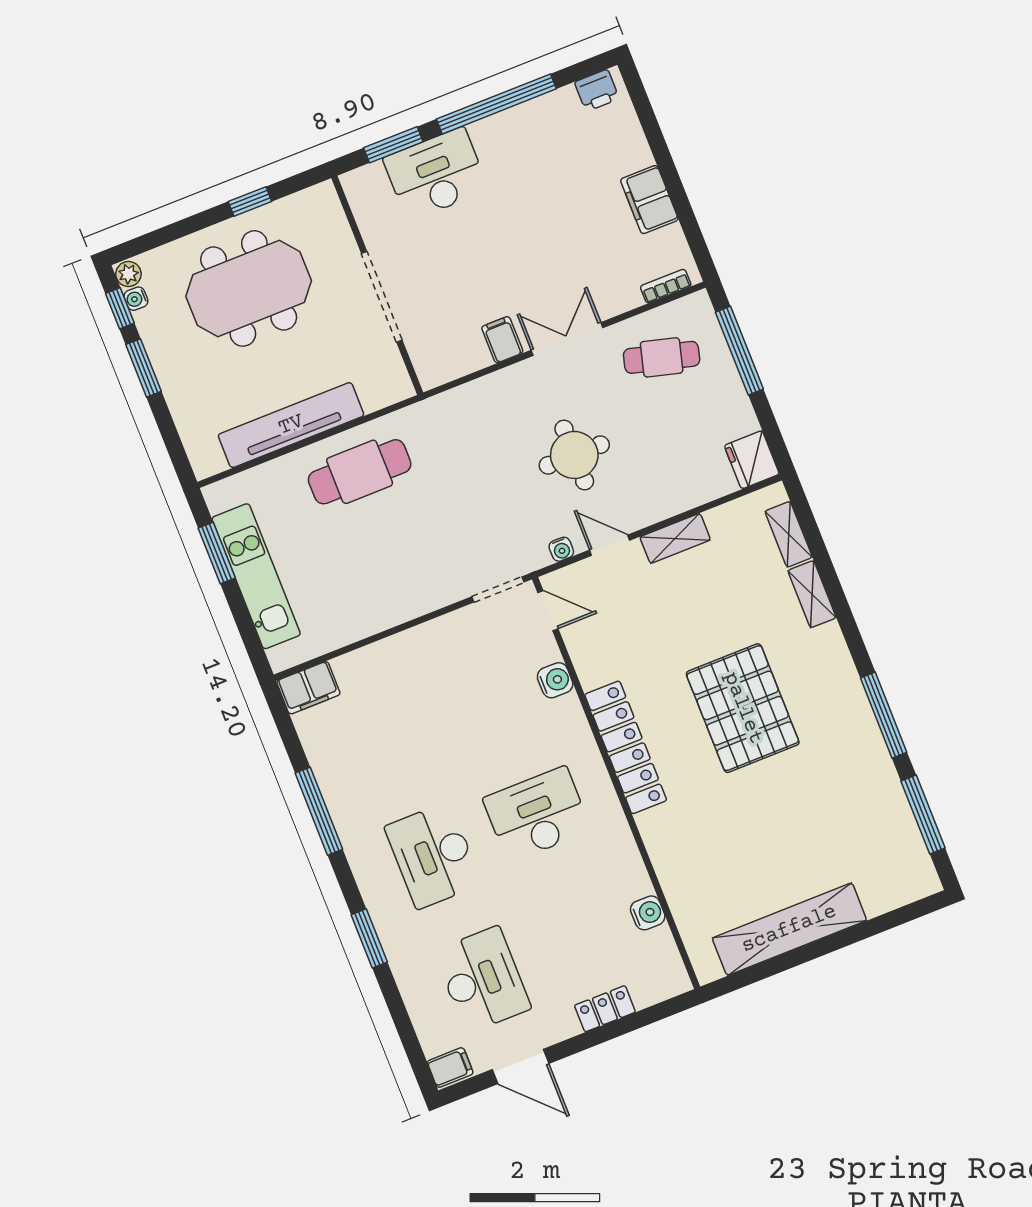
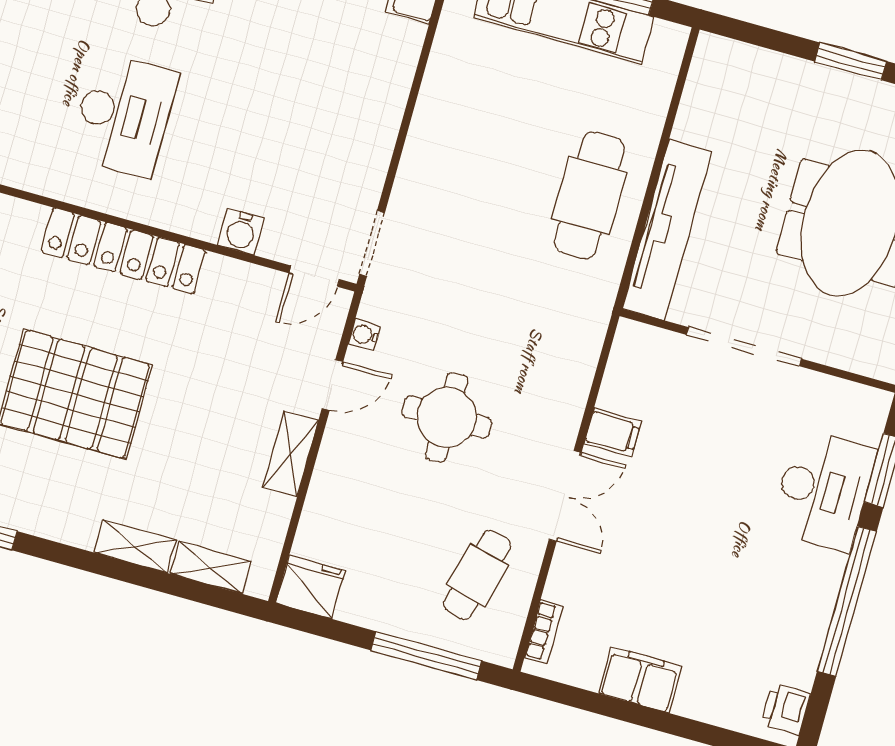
tv unit: (291, 425) -> (667, 230), moved

